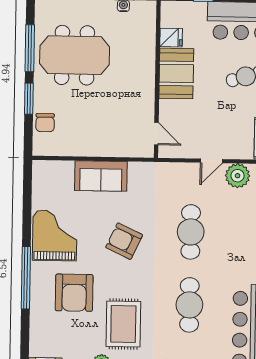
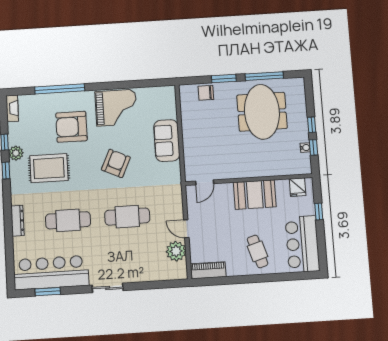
fridge: (171, 38) -> (298, 187), moved
window: (26, 278) -> (60, 89), moved

